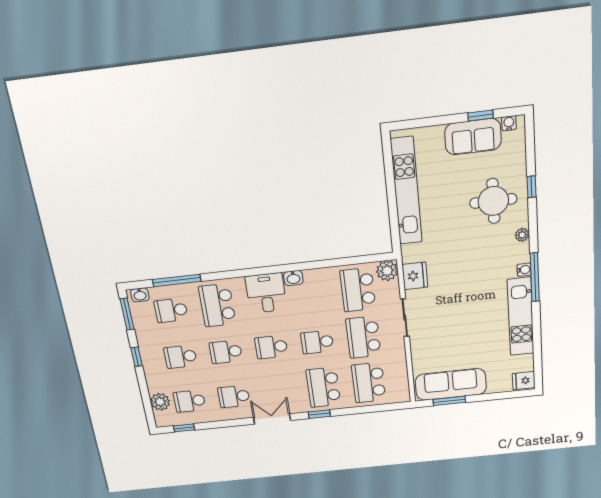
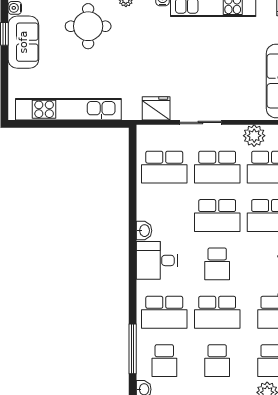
plant: (387, 271) -> (254, 136), moved
school desk: (317, 342) -> (217, 215), width x1.85
school desk: (226, 352) -> (217, 312), width x1.85

